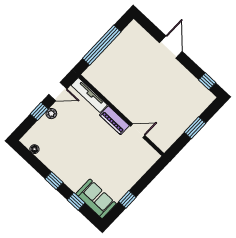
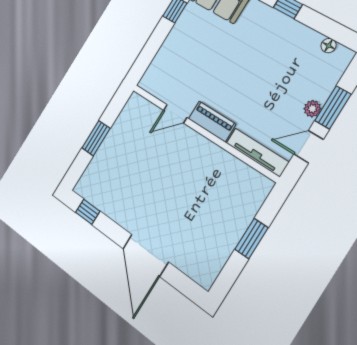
window: (102, 45) -> (251, 239), width x0.47
door: (171, 47) -> (145, 255), width x1.36
window: (39, 111) -> (333, 107), width x1.50

